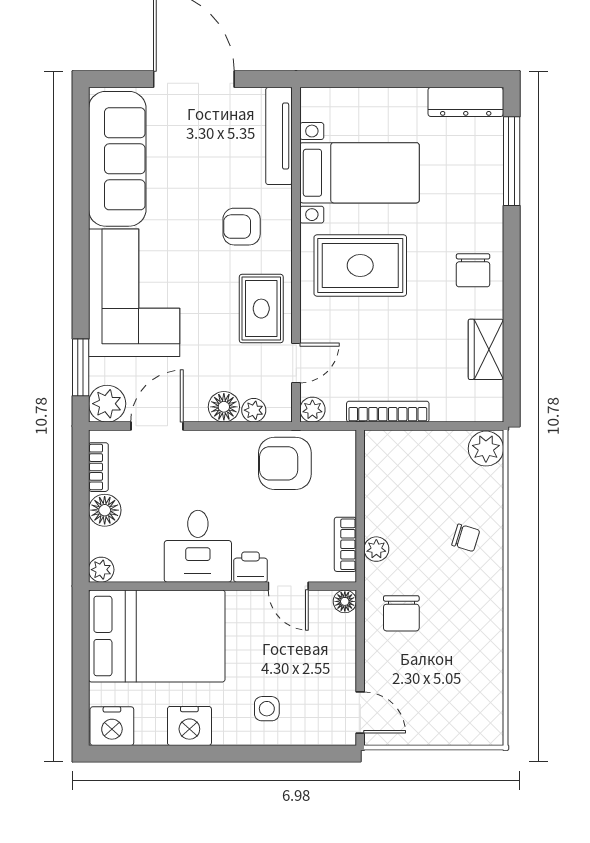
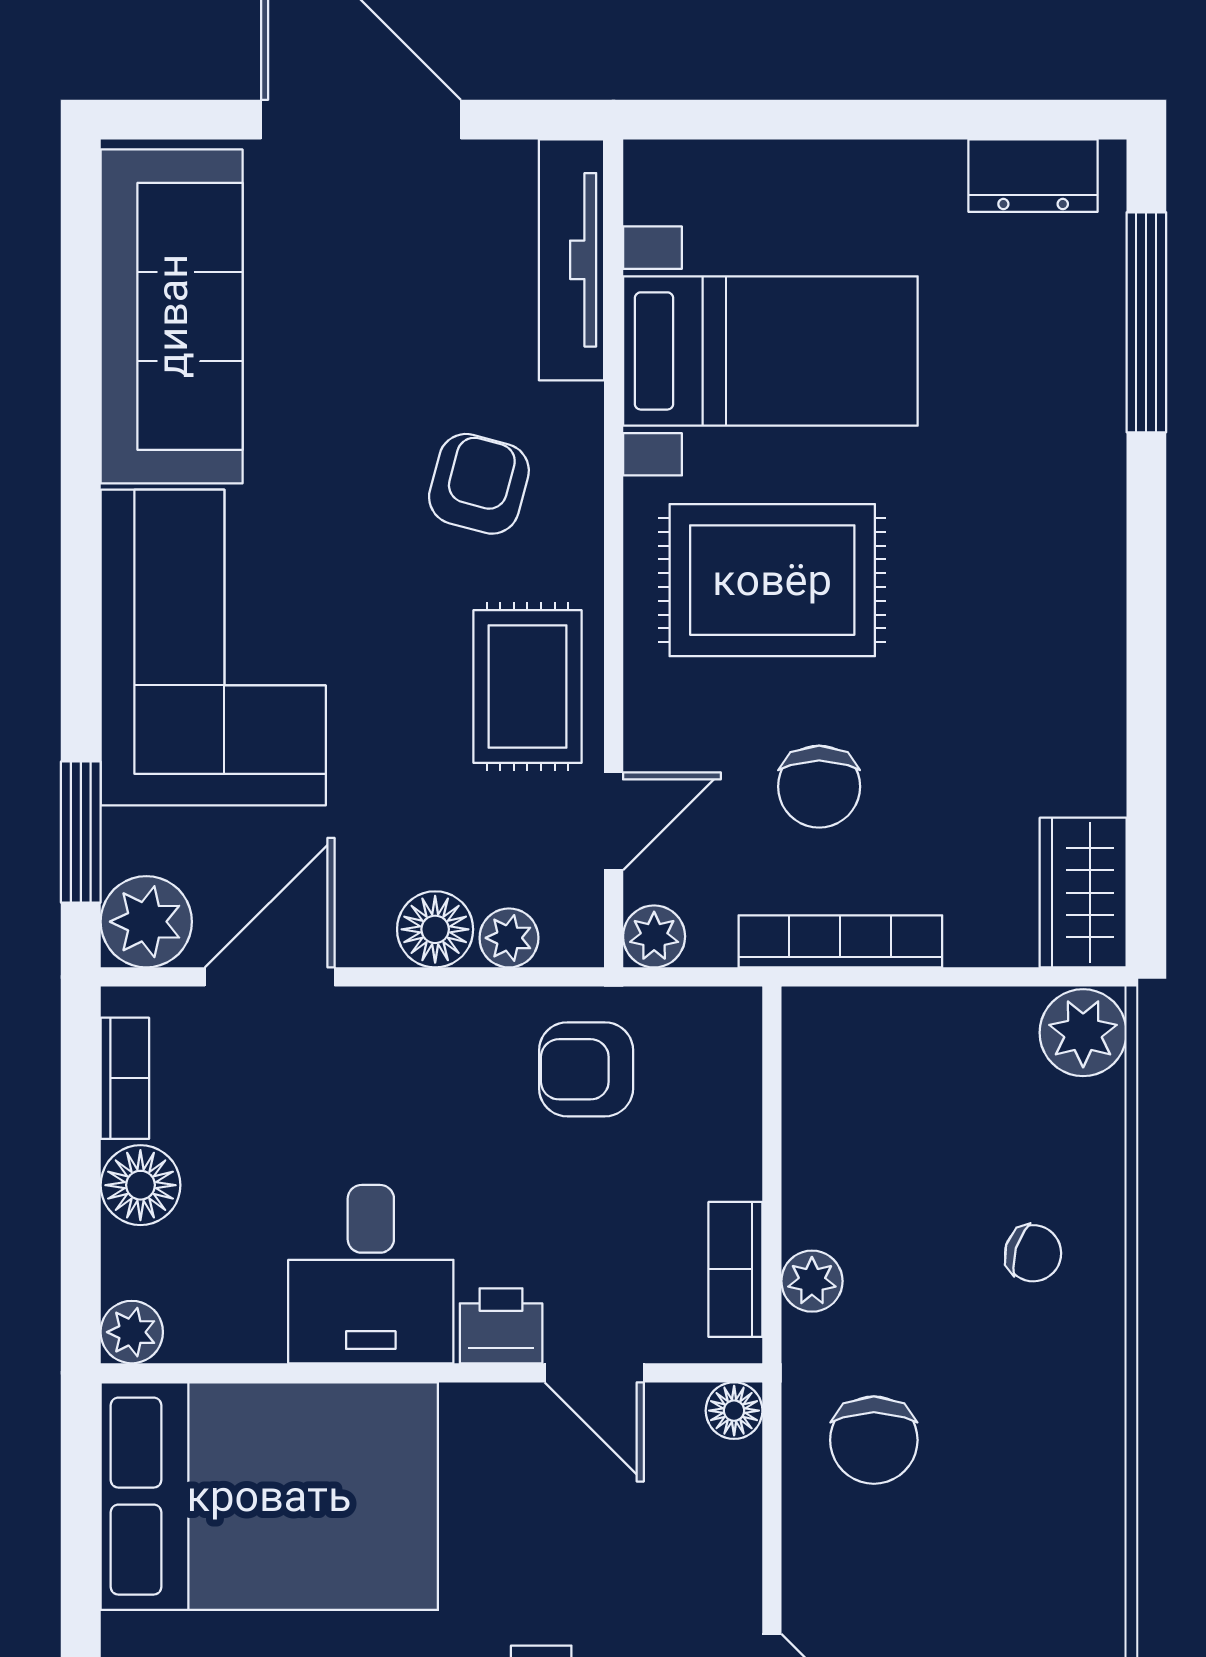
dresser: (466, 102) -> (1033, 176), width x0.70
armchair: (242, 227) -> (479, 484), turned 105
chair: (473, 270) -> (819, 787), moved
wardrobe: (486, 349) -> (1083, 893), moved
armchair: (285, 463) -> (586, 1069), width x0.72, depth x0.72

